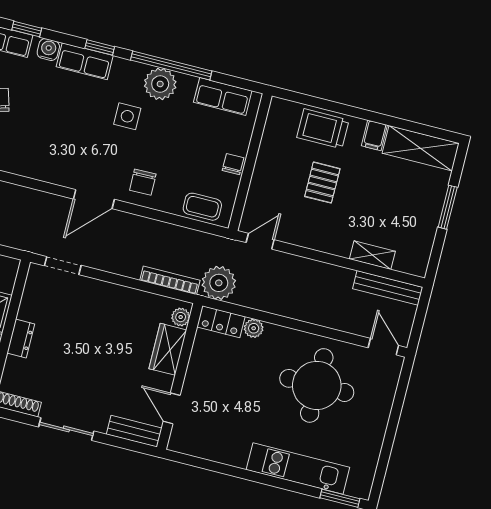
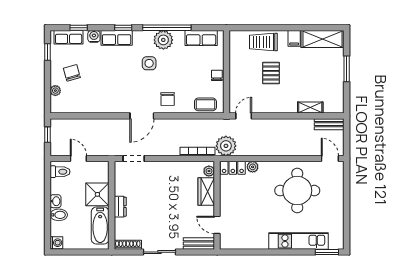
bench: (388, 288) -> (329, 124), width x0.73

